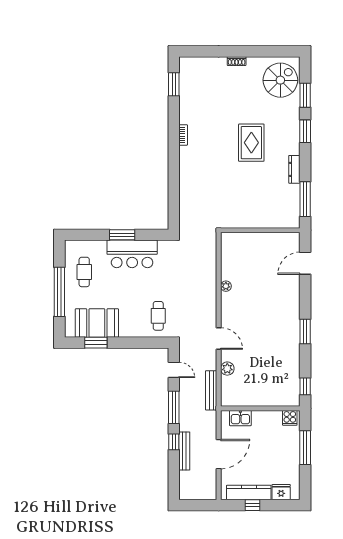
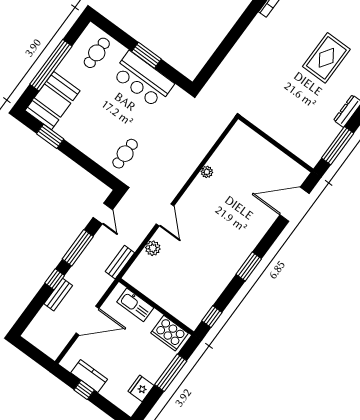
door: (305, 263) -> (295, 204), width x1.36
cafe table: (84, 272) -> (97, 53), moved
booth: (97, 323) -> (53, 101), moved, turned 90
bench: (211, 390) -> (120, 262), width x0.73
kitchen sink: (240, 418) -> (135, 305), width x1.38
cooker: (290, 418) -> (170, 333), width x1.87, depth x1.31
bench: (184, 451) -> (58, 295), width x0.73
fridge: (281, 492) -> (141, 388), moved, turned -90
kitchen counter: (249, 493) -> (89, 376), width x0.67

